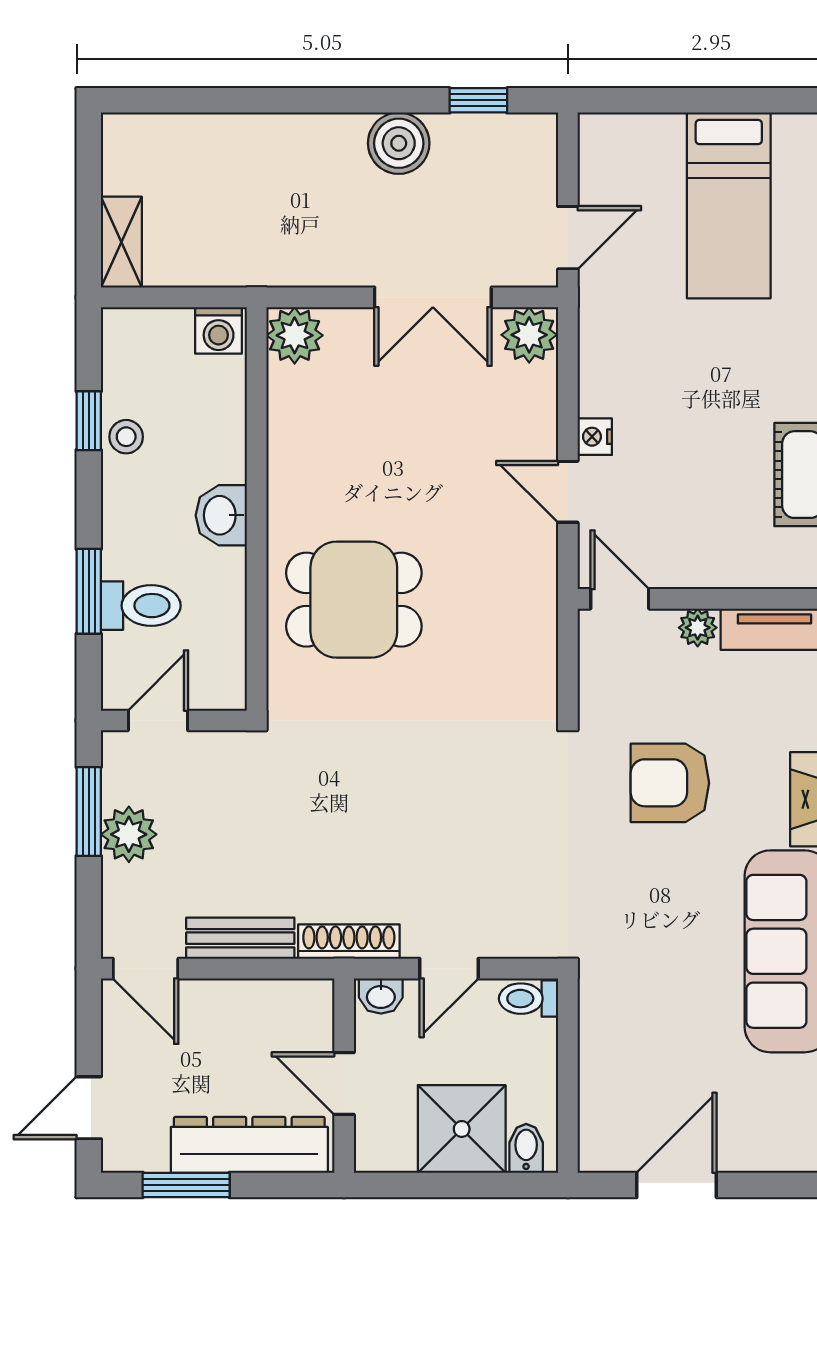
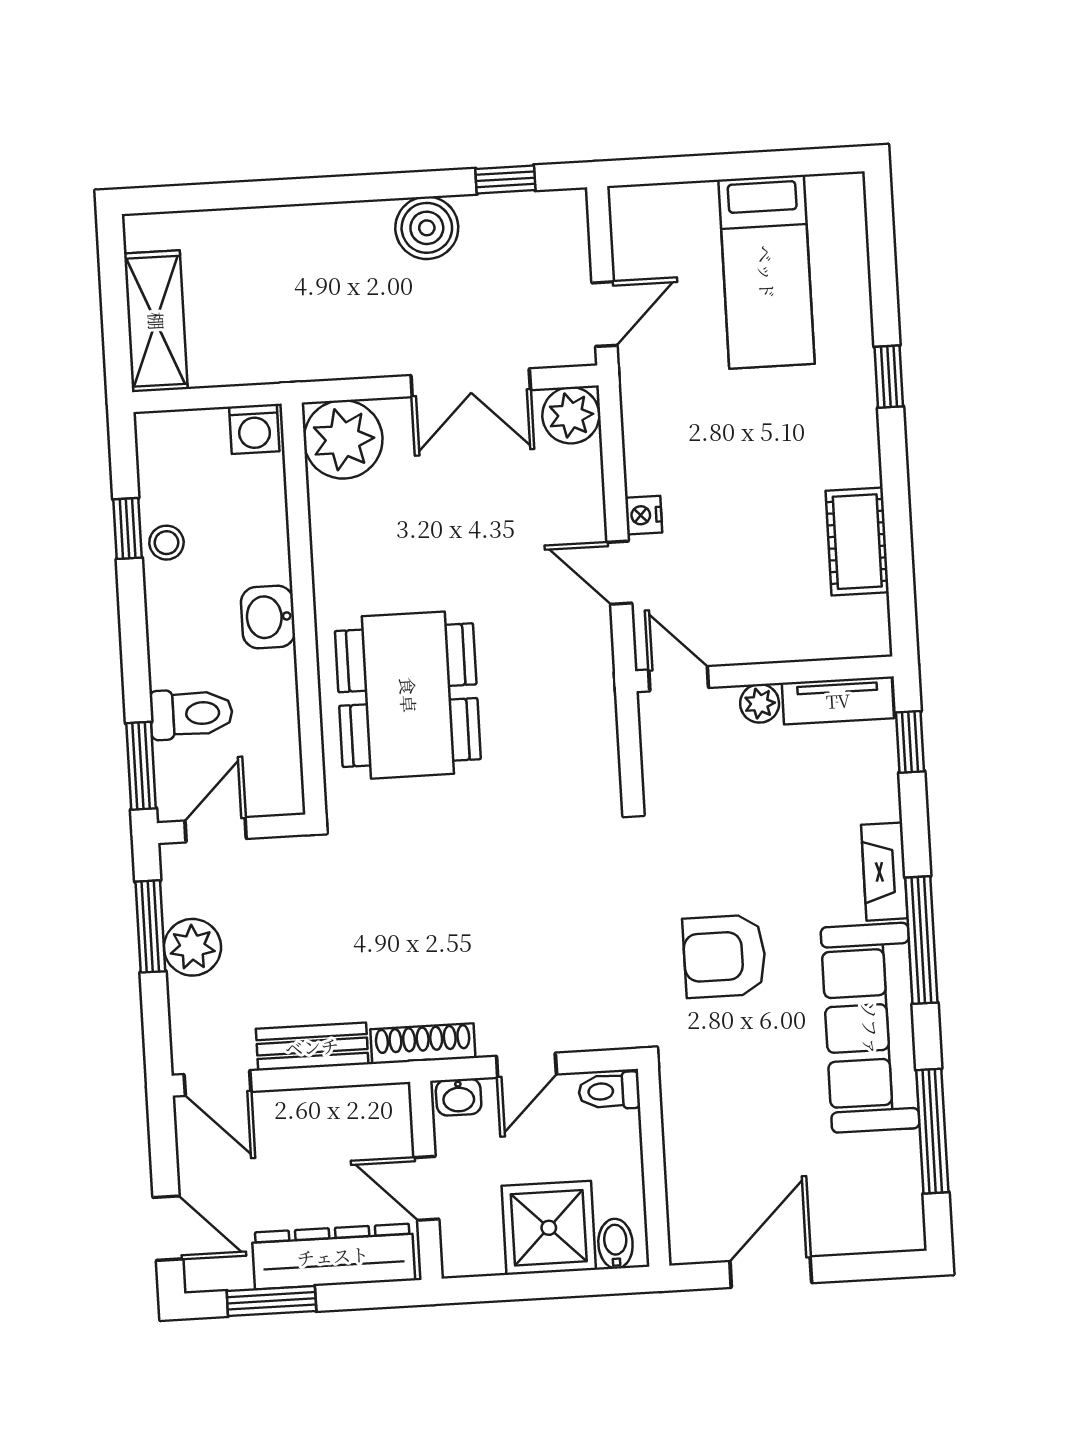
shelving: (121, 242) -> (156, 321), width x1.50, depth x1.33
plant: (295, 335) -> (343, 439), width x1.36, depth x1.36
window: (89, 591) -> (141, 766), moved
dining table: (354, 600) -> (408, 695), width x1.38
armchair: (670, 783) -> (724, 956), moved
door: (89, 1108) -> (168, 1228), swing flipped

